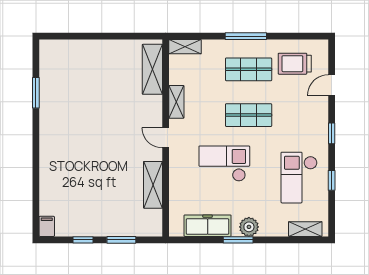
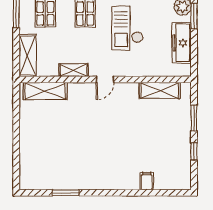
shelving: (185, 47) -> (28, 55), width x1.50, depth x1.33
shelving: (153, 185) -> (160, 91), moved
filing cabinet: (47, 226) -> (147, 181), moved, turned 90

